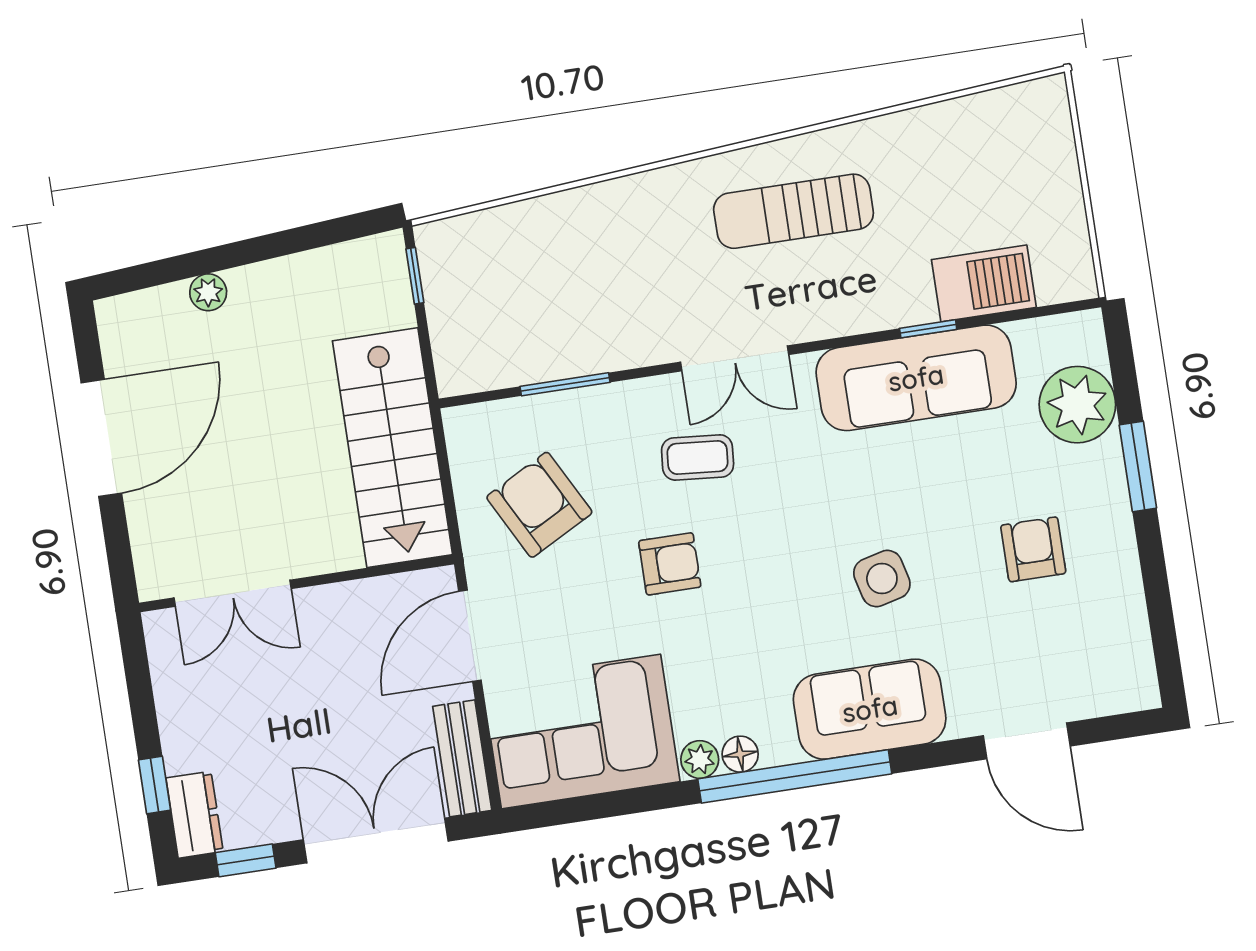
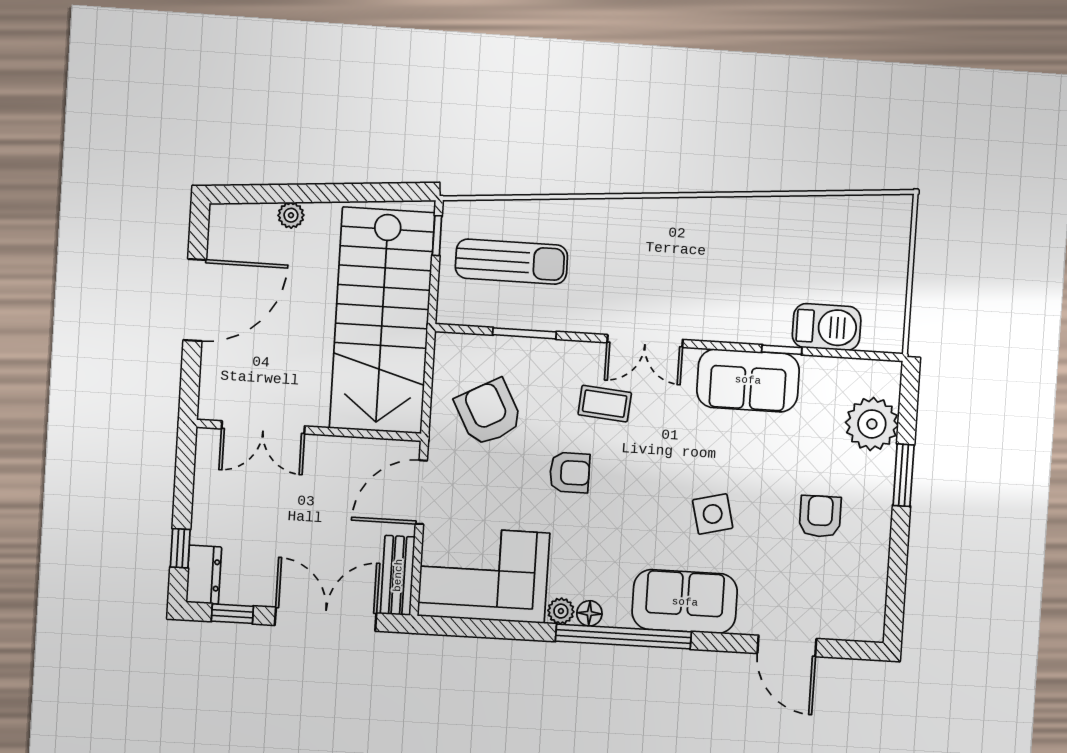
sun lounger: (794, 211) -> (511, 262), moved, turned 180
sofa: (916, 378) -> (748, 380), width x0.73
stairs: (392, 448) -> (382, 320), width x1.36, depth x1.51

